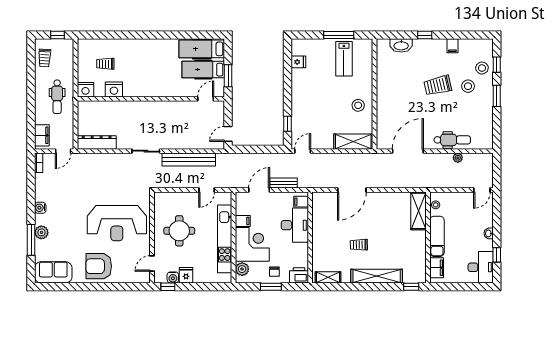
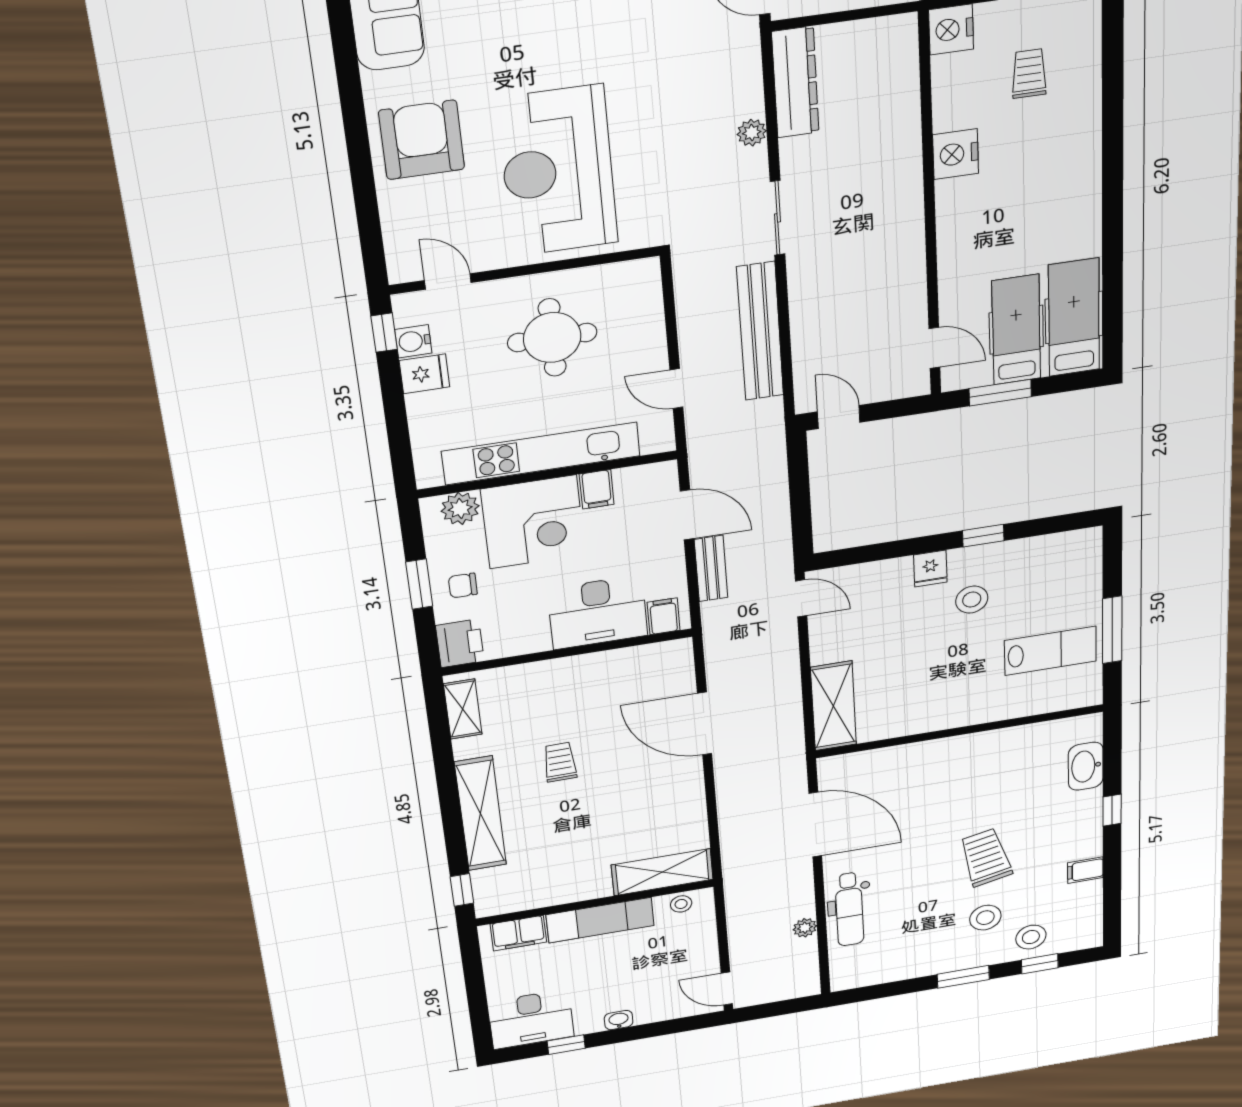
lab bench: (344, 59) -> (1050, 651), turned 180
fridge: (298, 62) -> (930, 569), moved
nightstand: (114, 89) -> (956, 154), moved
stool: (358, 105) -> (972, 600), moved
window: (288, 124) -> (983, 536), moved
plant: (113, 158) -> (752, 133), added

